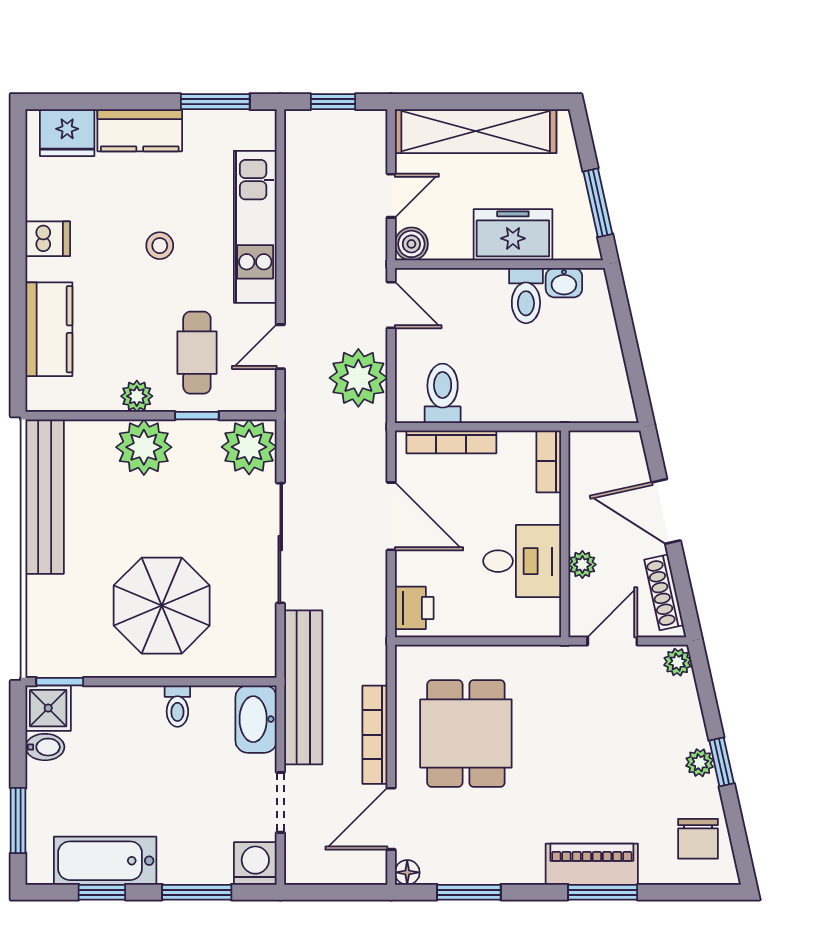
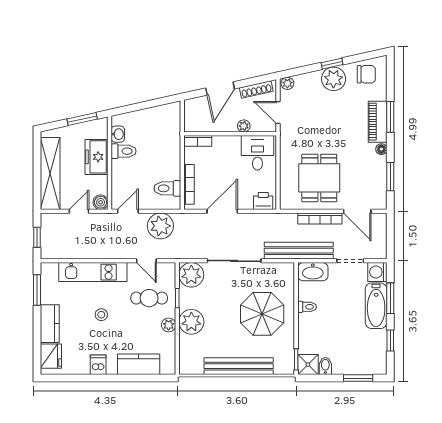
door: (391, 196) -> (79, 211), hinge flipped
bench: (45, 497) -> (239, 366), moved
desk: (522, 561) -> (257, 153), moved
dining table: (466, 734) -> (319, 178), turned 90
plant: (700, 763) -> (334, 79), width x1.88, depth x1.88
bathtub: (105, 861) -> (376, 306), moved
floor lamp: (407, 872) -> (381, 149), moved

